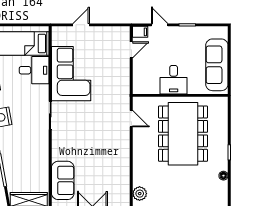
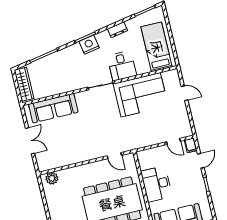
desk: (34, 70) -> (122, 66), moved
desk: (174, 80) -> (156, 184), width x1.37
door: (131, 119) -> (114, 156), hinge flipped
sofa: (63, 180) -> (53, 108), width x1.36

